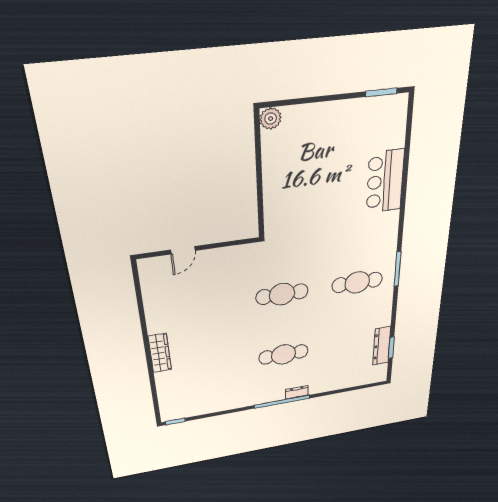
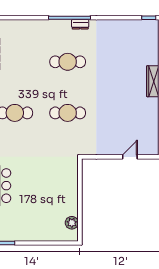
plant: (271, 119) -> (72, 223), moved
dresser: (297, 392) -> (80, 24), moved

